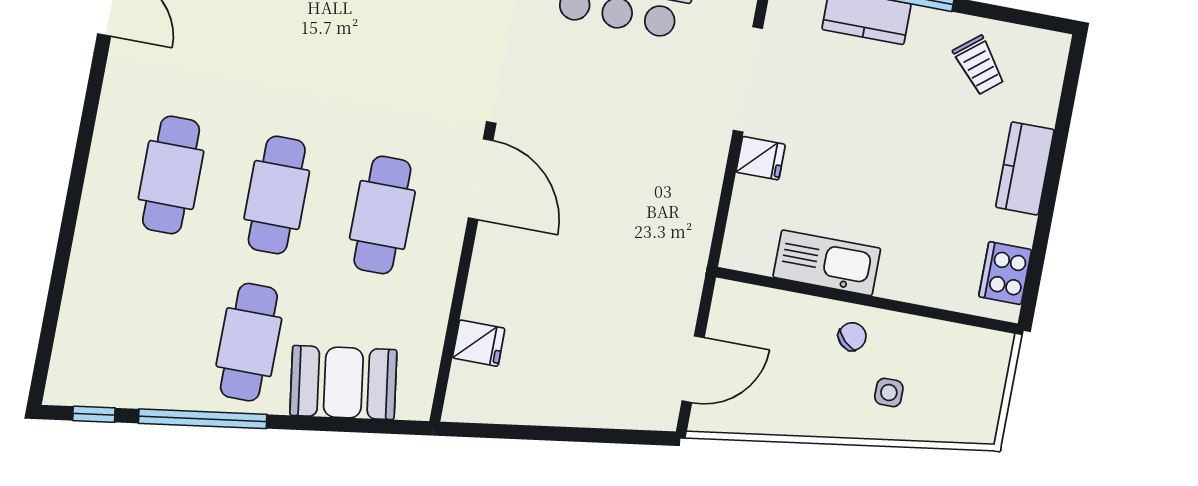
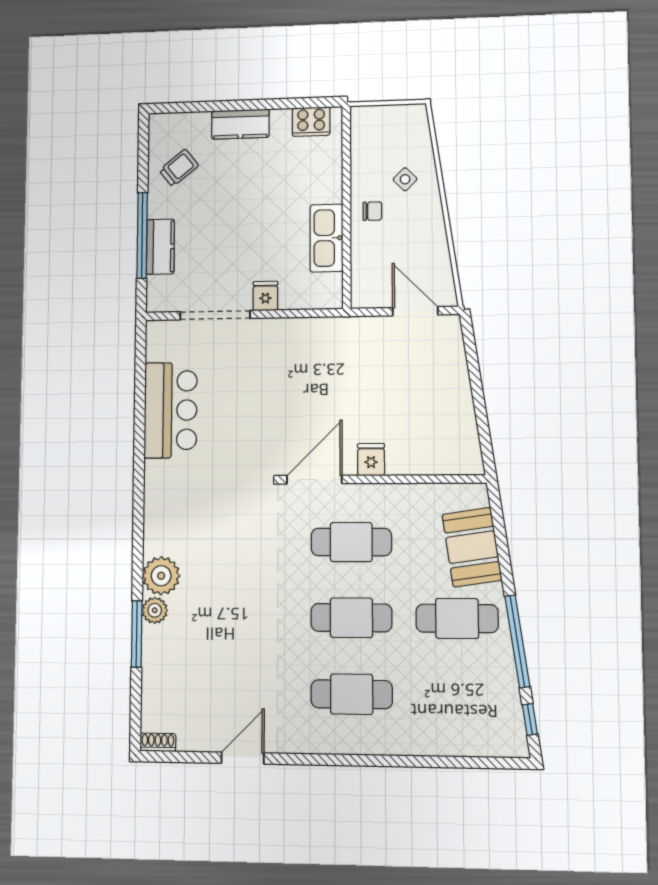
chair: (852, 336) -> (372, 211), turned 136
fridge: (479, 343) -> (371, 460), moved
side table: (889, 392) -> (405, 179), turned 45

